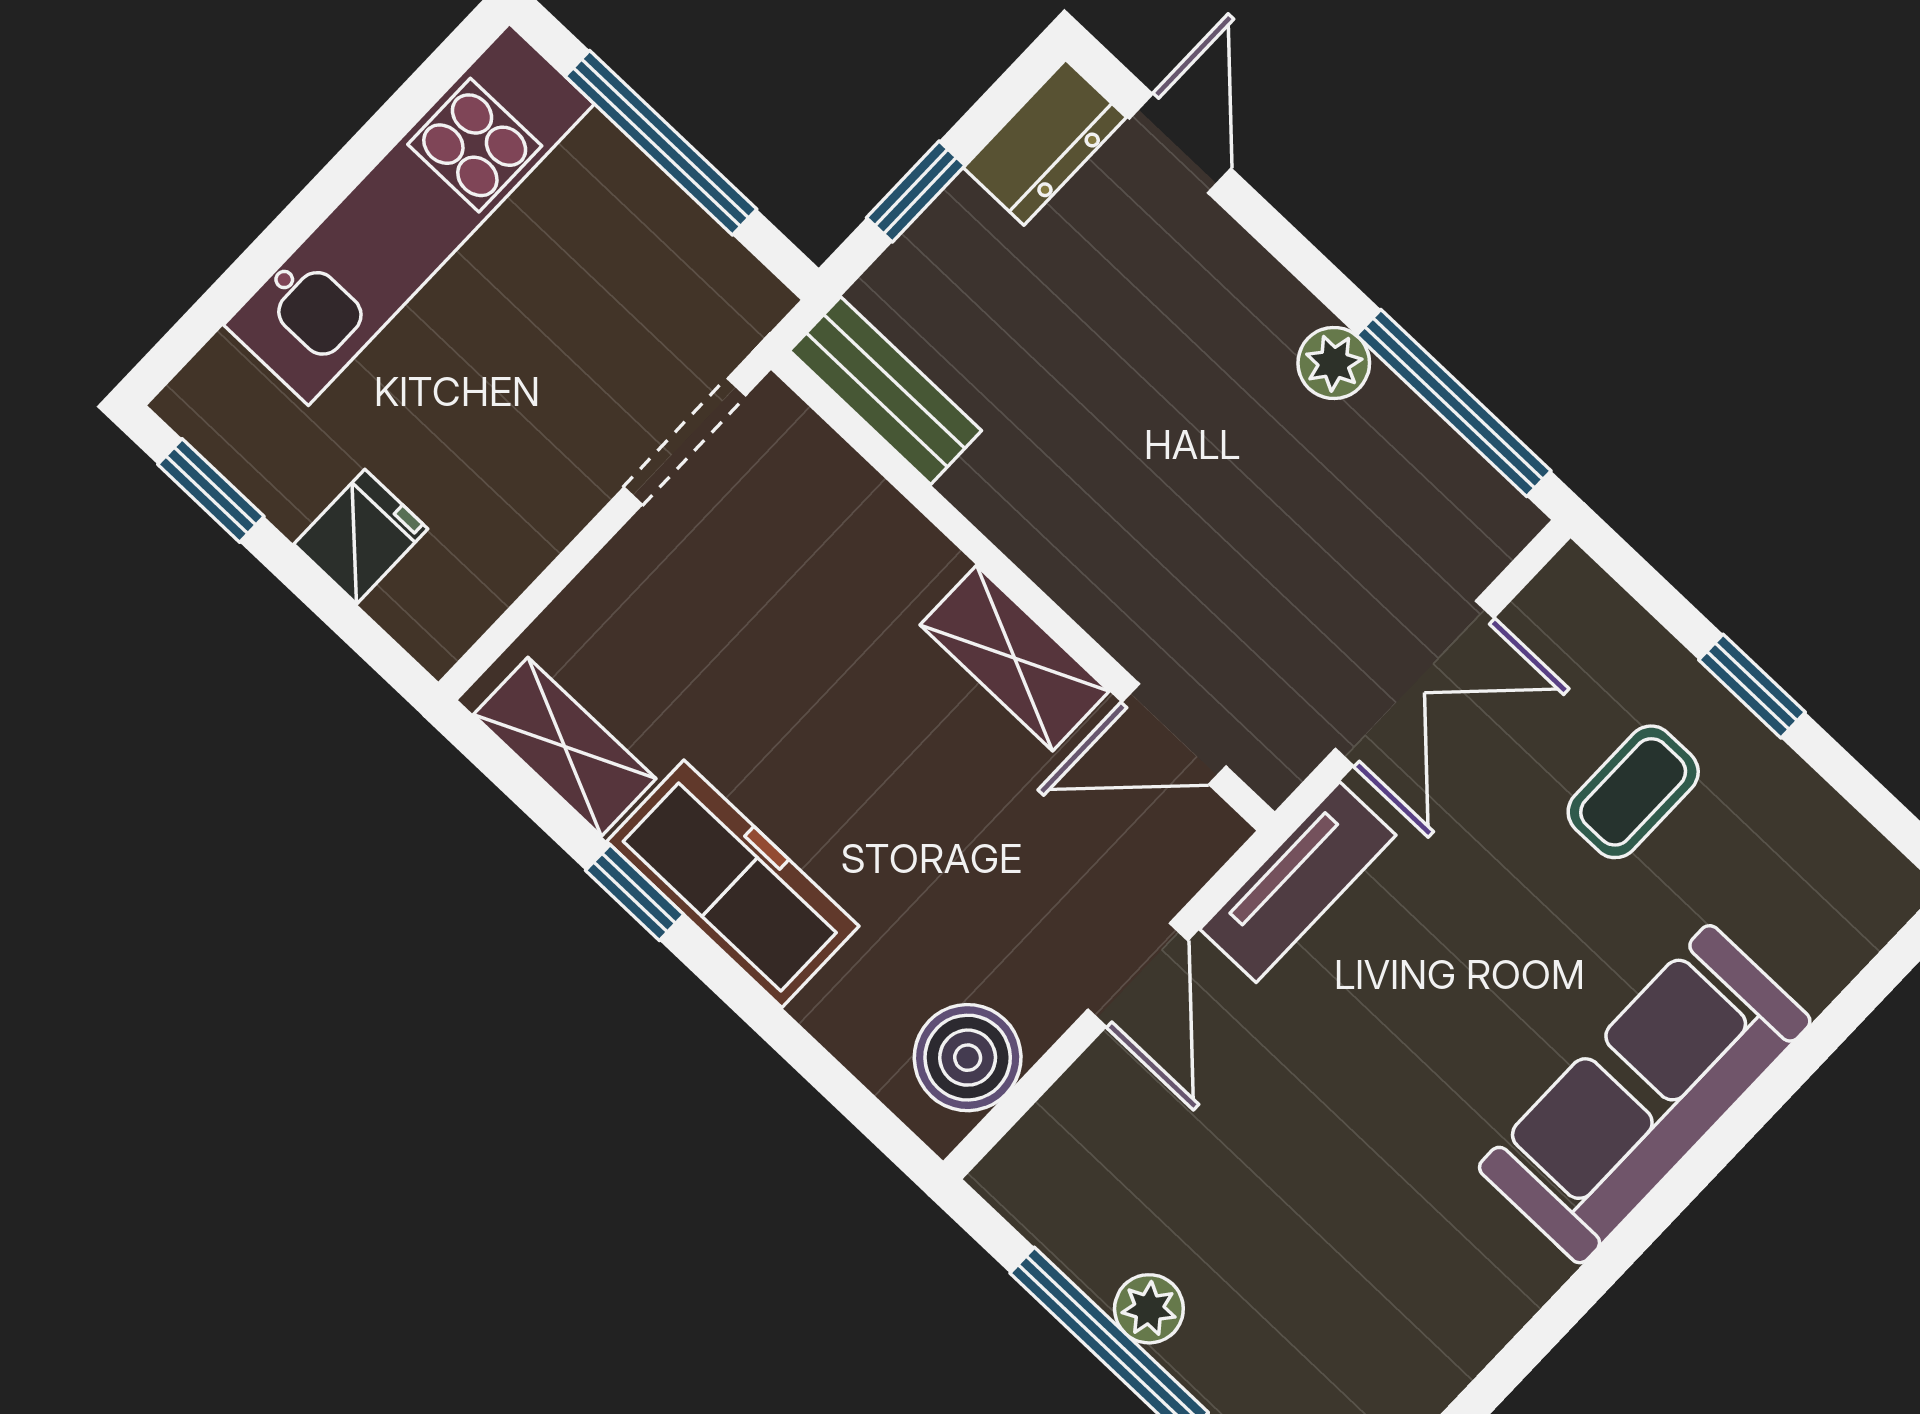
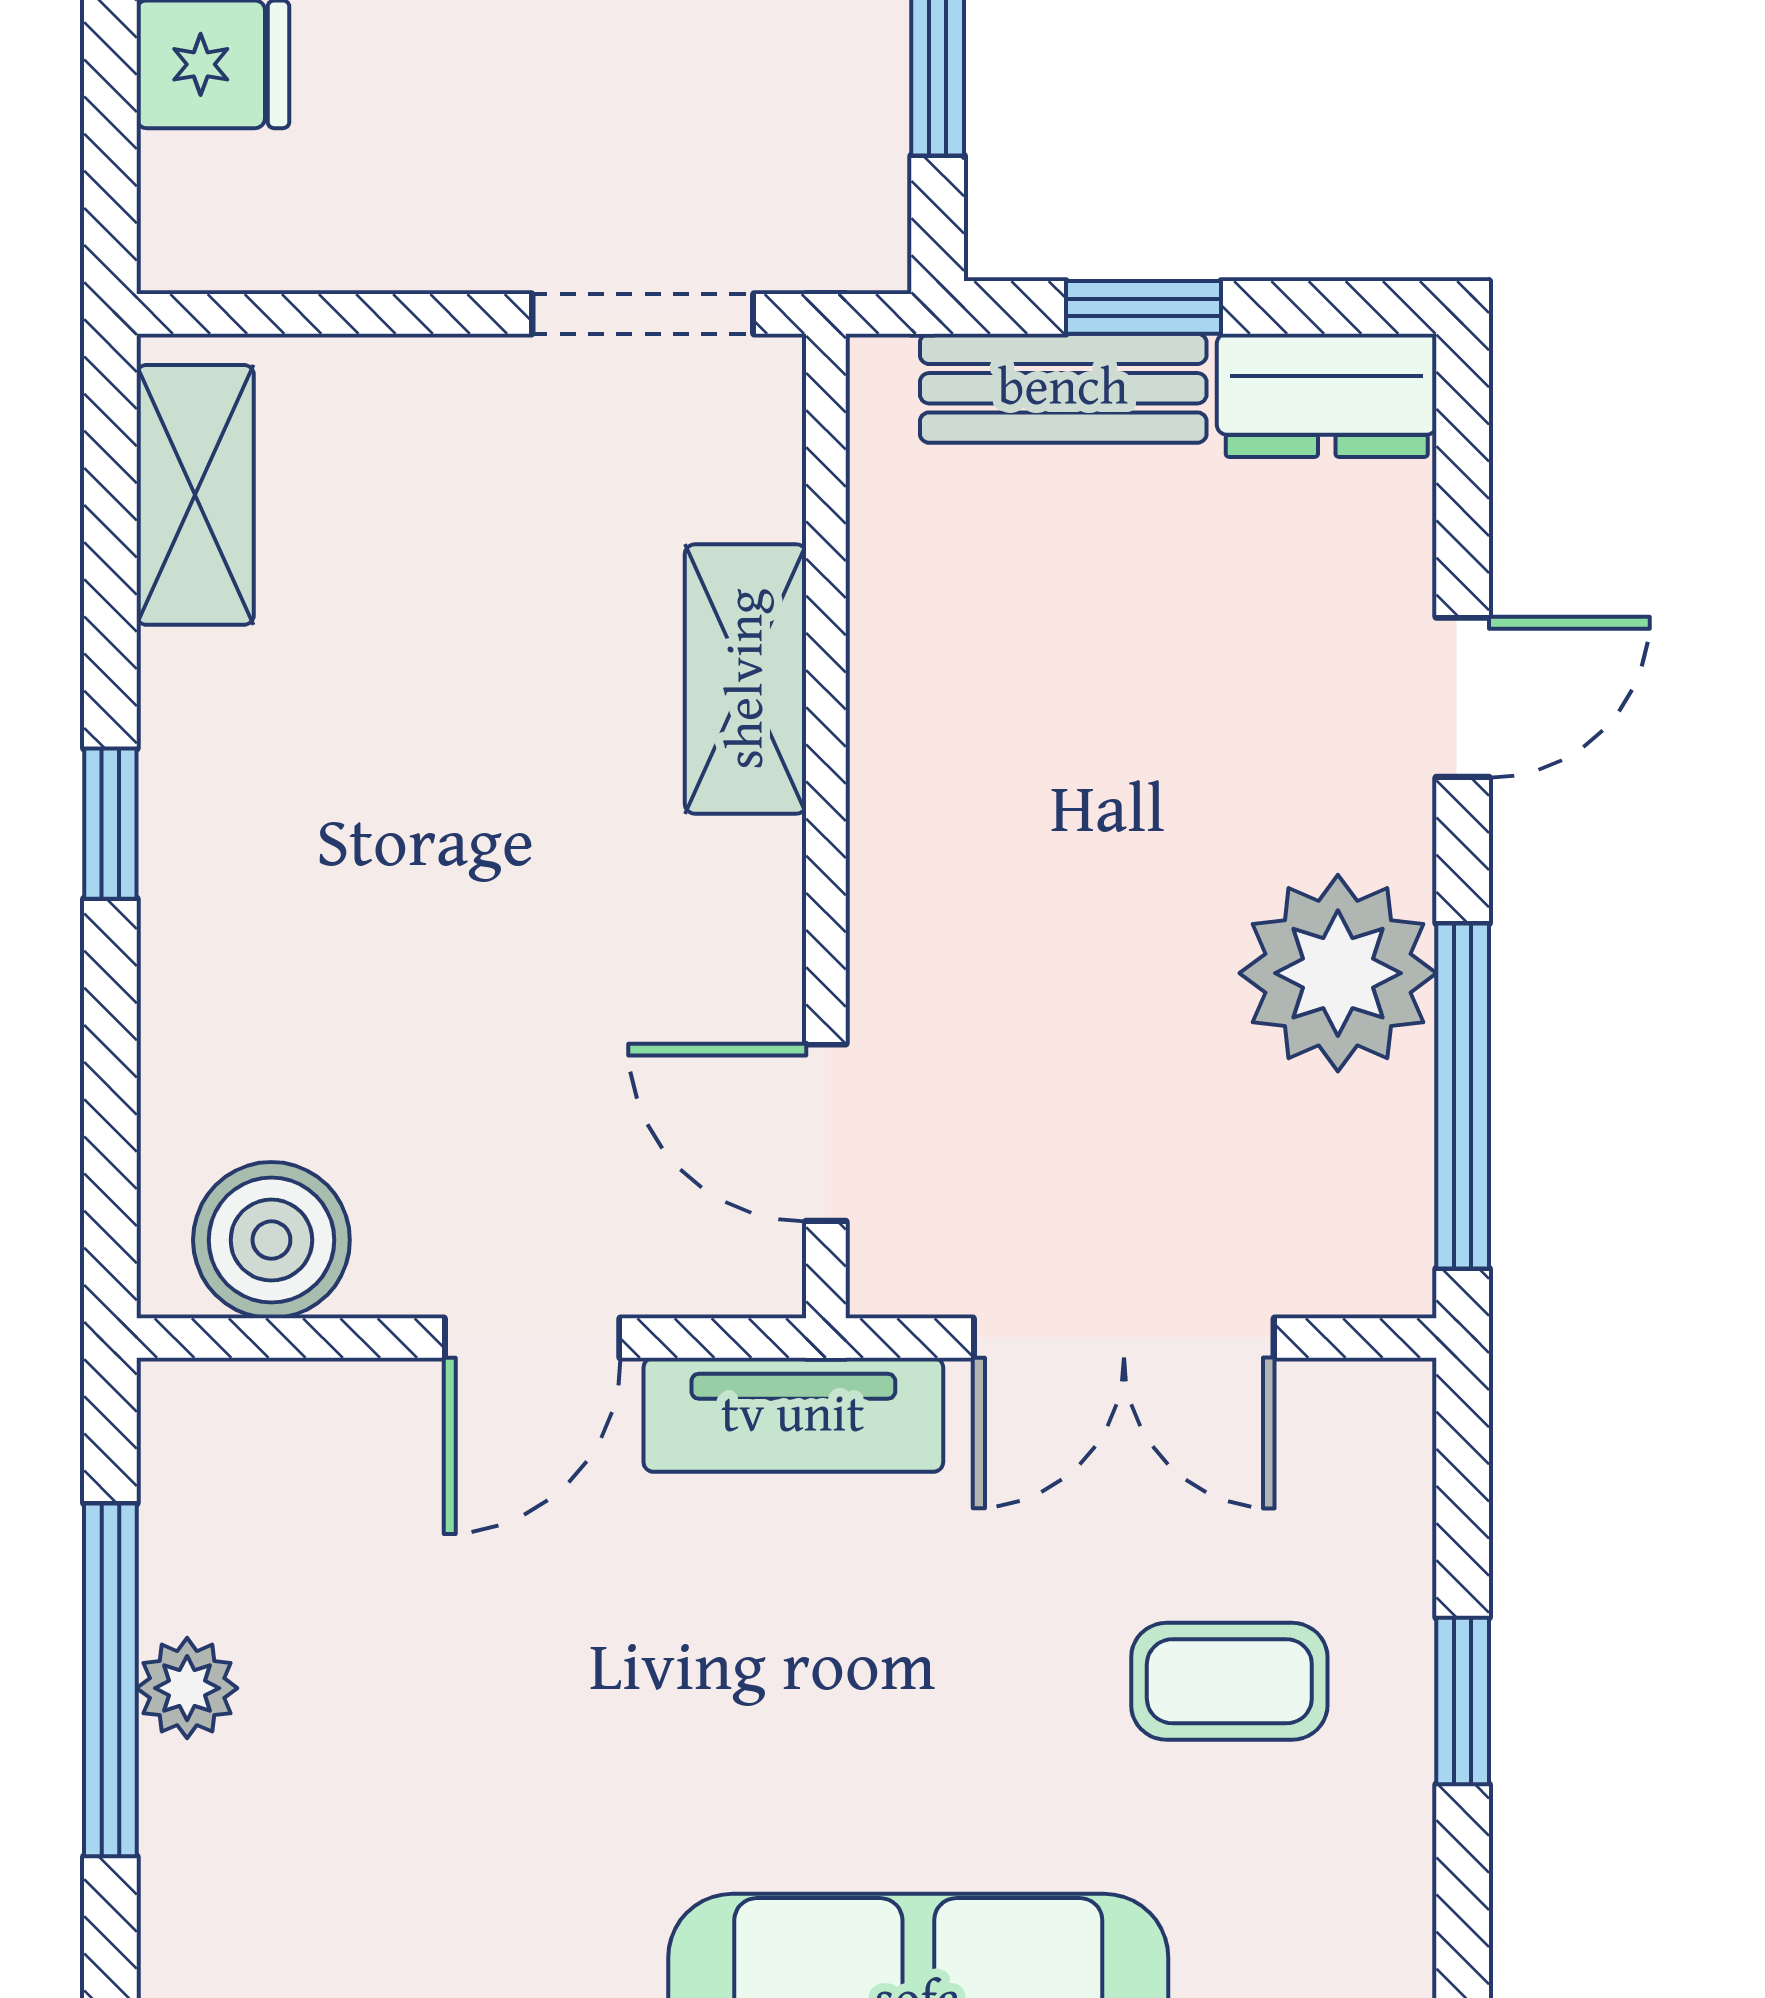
door: (1180, 143) -> (1463, 697), moved
plant: (1334, 363) -> (1338, 973), width x1.88, depth x1.88
bench: (886, 391) -> (1063, 388), moved, turned 90
shelving: (1015, 658) -> (746, 679), moved
freezer: (733, 884) -> (219, 813), removed
window: (635, 893) -> (110, 824), moved

